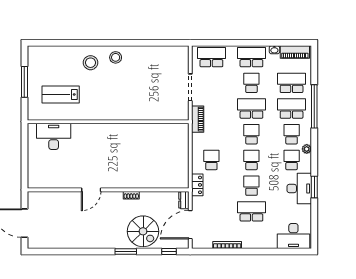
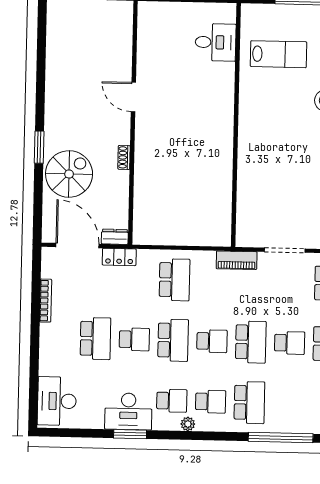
school desk: (292, 83) -> (288, 403), removed
lab bench: (61, 94) -> (279, 54), turned 90
window: (314, 106) -> (281, 438), moved
desk: (54, 136) -> (216, 42), width x0.73
school desk: (211, 160) -> (174, 280), width x1.85
school desk: (251, 160) -> (173, 340), width x1.85
locker: (197, 185) -> (119, 257), moved
spiral stairs: (143, 231) -> (69, 174), turned 180
window: (169, 252) -> (38, 213), removed

